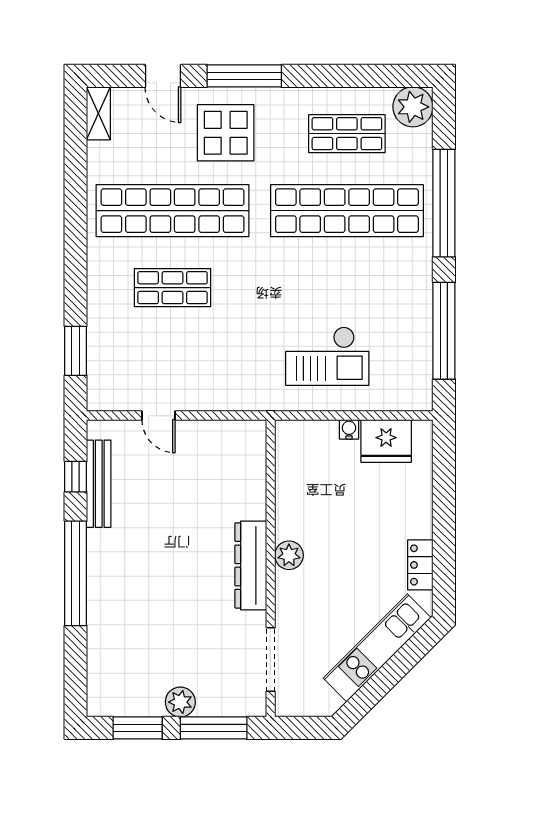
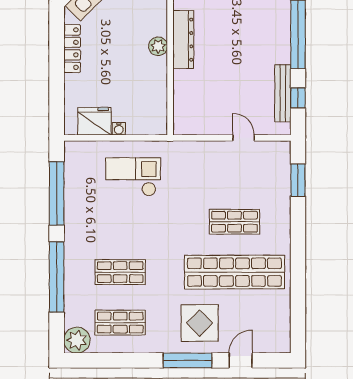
door: (163, 76) -> (241, 360), hinge flipped
shelving: (98, 113) -> (283, 336), removed
shop shelf: (347, 211) -> (120, 272), width x0.50, depth x0.74
locker: (420, 565) -> (72, 49), width x1.53

